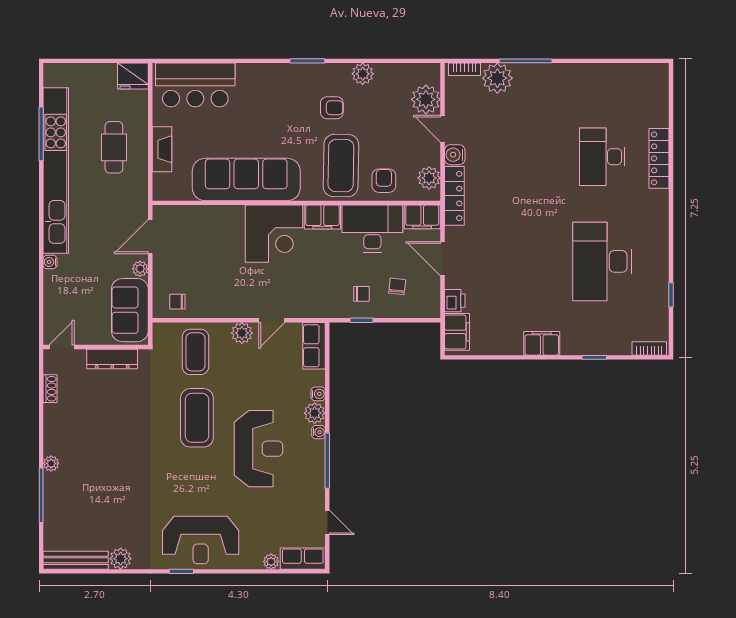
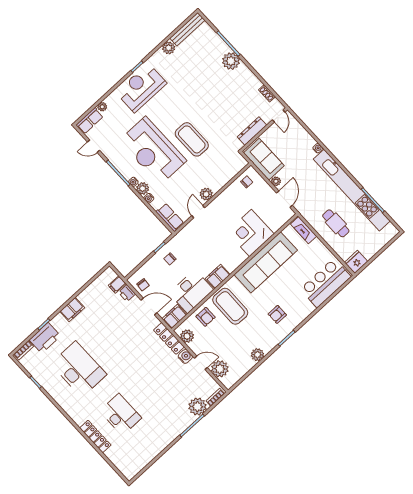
armchair: (332, 108) -> (277, 314), moved
fireplace: (162, 149) -> (304, 230), moved
corner desk: (274, 234) -> (250, 233), moved
chair: (397, 286) -> (143, 285), moved
filing cabinet: (457, 332) -> (117, 285), width x0.50
printer: (608, 339) -> (45, 338), added
coffee table: (195, 352) -> (219, 167), removed
reception desk: (258, 449) -> (153, 151), width x1.36, depth x1.30
plant: (51, 463) -> (231, 61), width x1.87, depth x1.87

